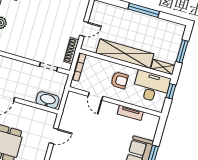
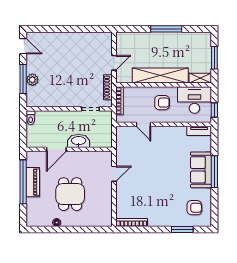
window: (171, 91) -> (214, 110), moved
washbasin: (48, 100) -> (79, 141), moved
tv unit: (130, 113) -> (199, 131), moved

